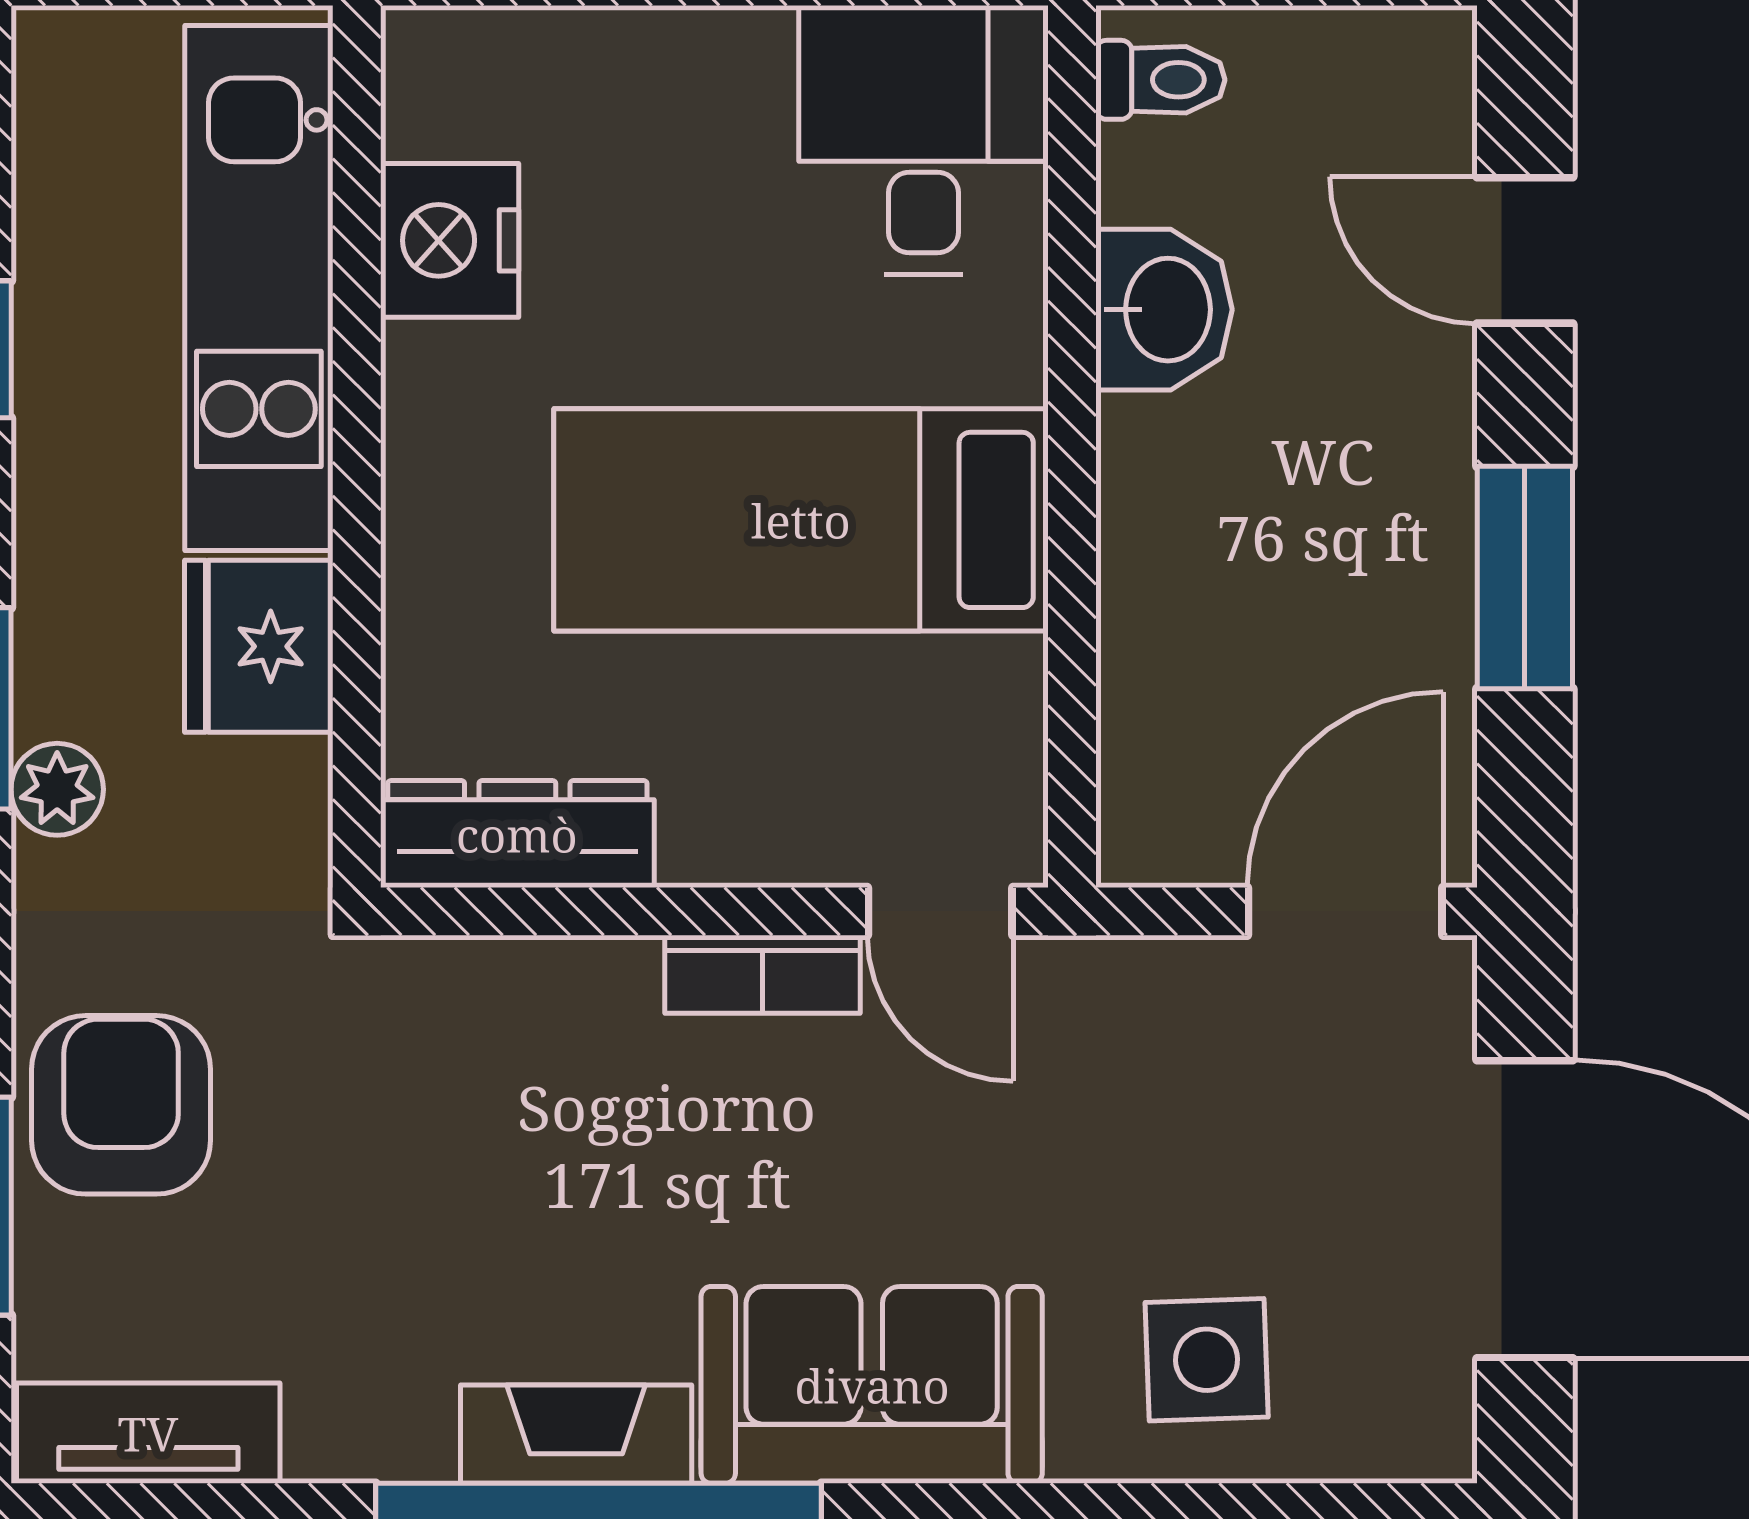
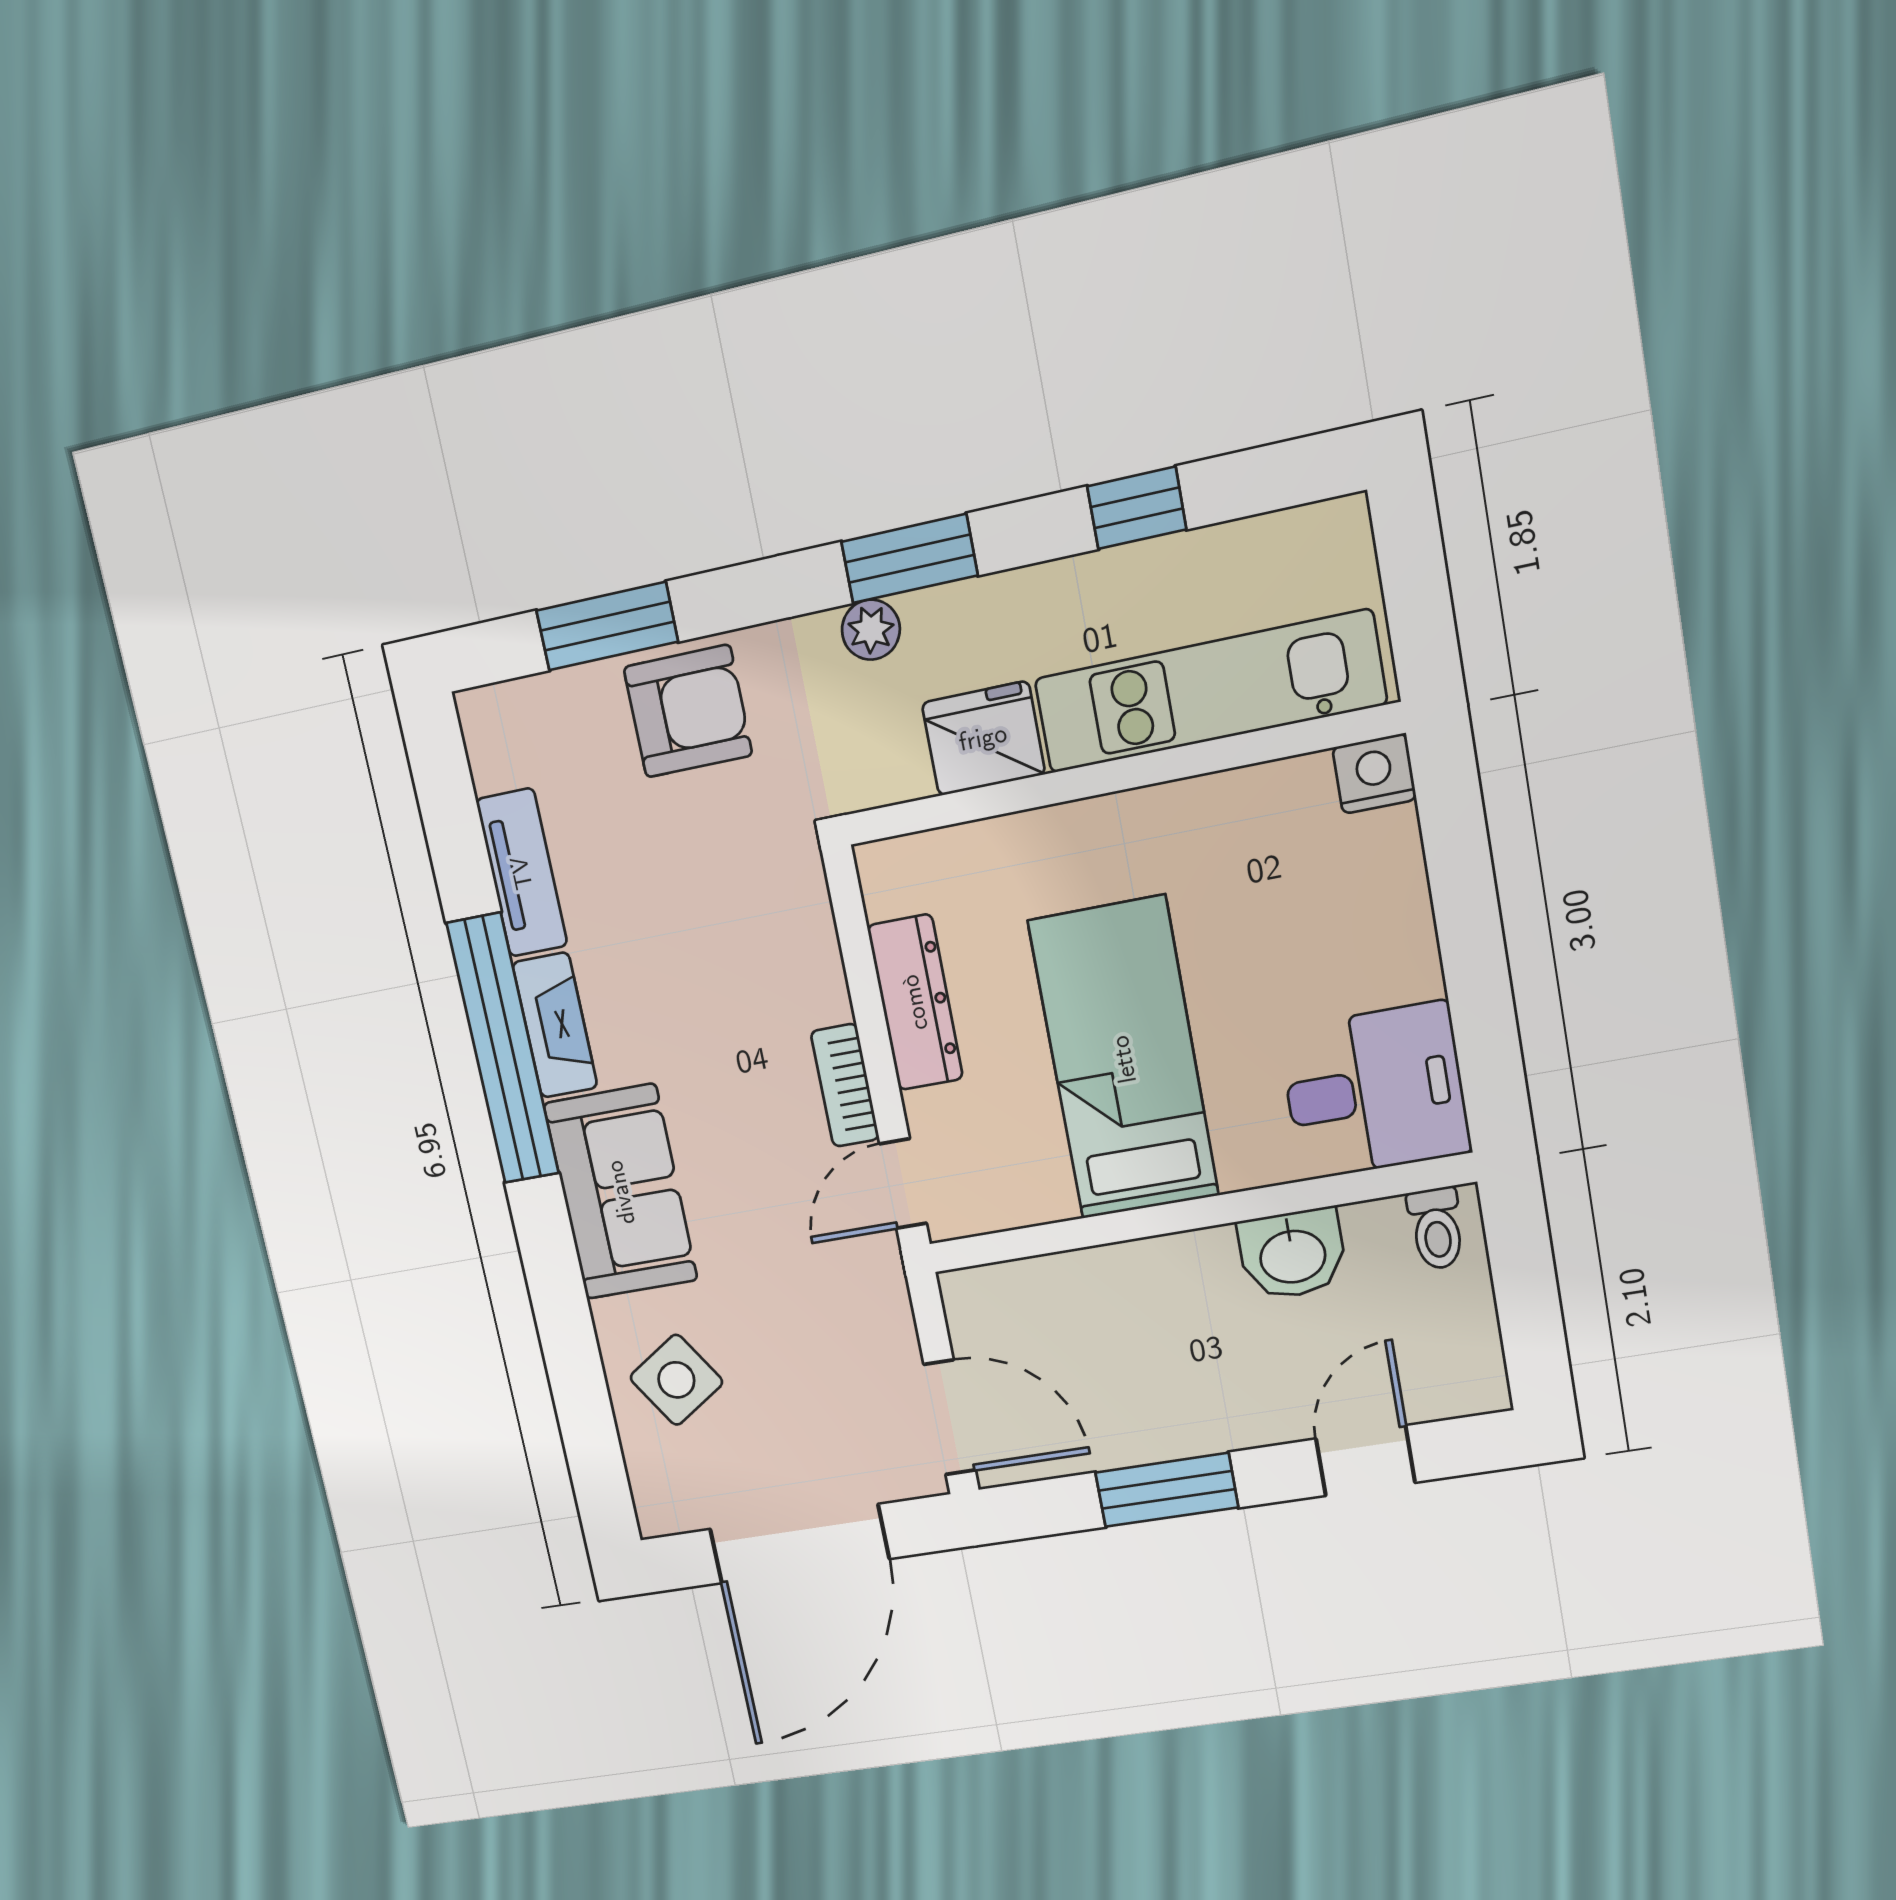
nightstand: (450, 240) -> (1374, 774), moved, width x0.74, depth x0.75
dresser: (517, 834) -> (915, 1002), moved
side table: (1207, 1360) -> (676, 1380), turned -31
tv unit: (148, 1433) -> (522, 873), moved

